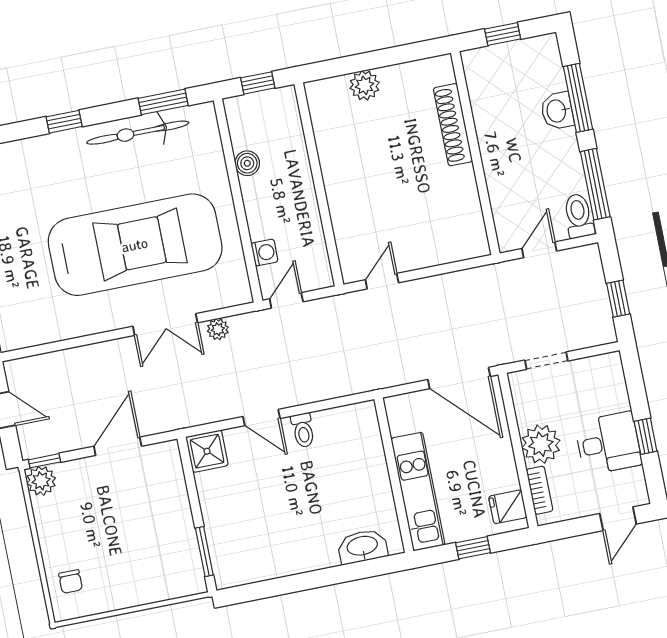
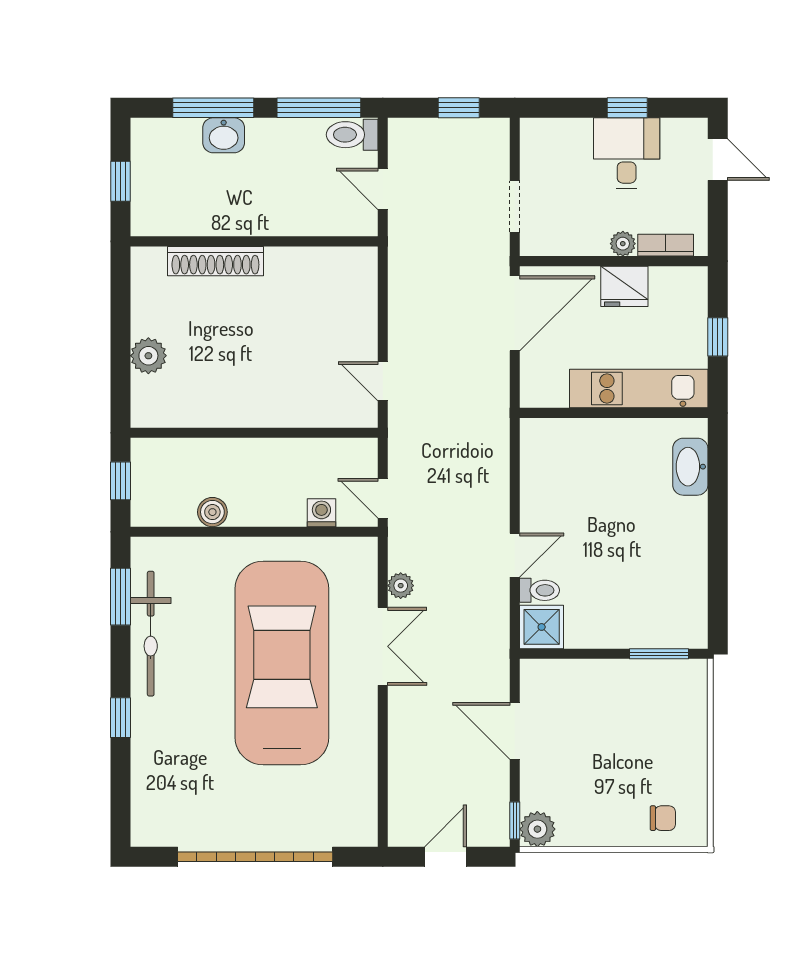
toilet: (303, 430) -> (540, 590), moved
plant: (541, 444) -> (623, 244), width x0.53, depth x0.53
fridge: (508, 507) -> (624, 286), moved, width x1.38

